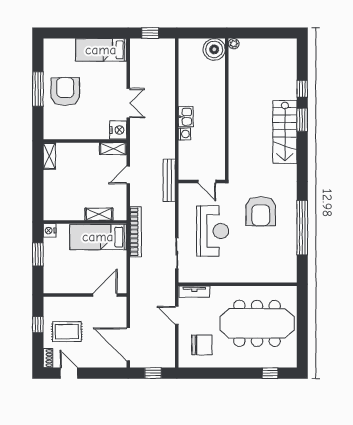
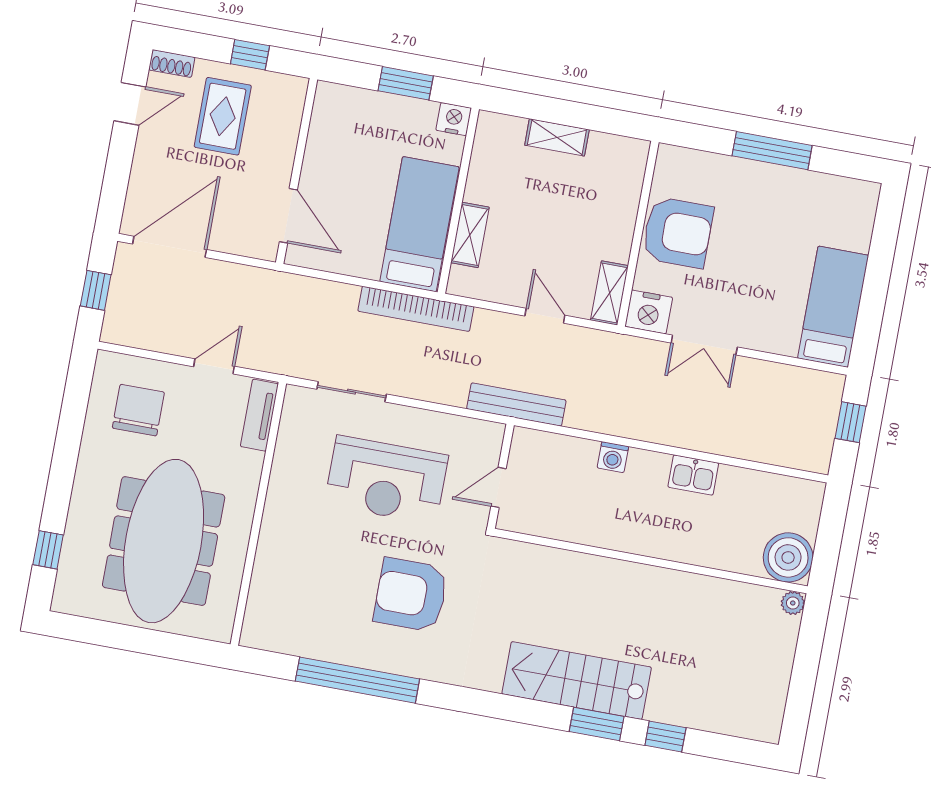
armchair: (65, 92) -> (678, 232), moved
kitchen sink: (186, 117) -> (693, 475), moved
shelving: (49, 156) -> (557, 137), moved
chair: (202, 345) -> (138, 410), turned 180

